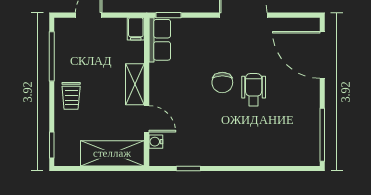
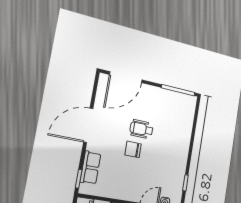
row of seats: (160, 40) -> (90, 168), moved, turned 90
chair: (222, 82) -> (133, 149), turned 180

